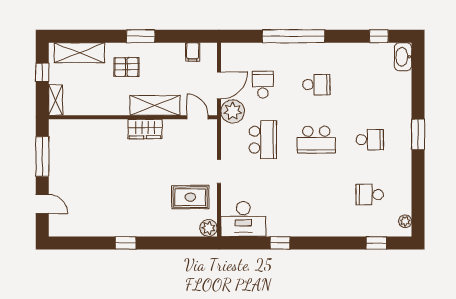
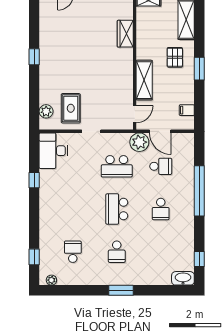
wardrobe: (145, 129) -> (125, 34), moved
plant: (209, 228) -> (46, 111), moved

